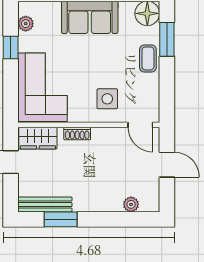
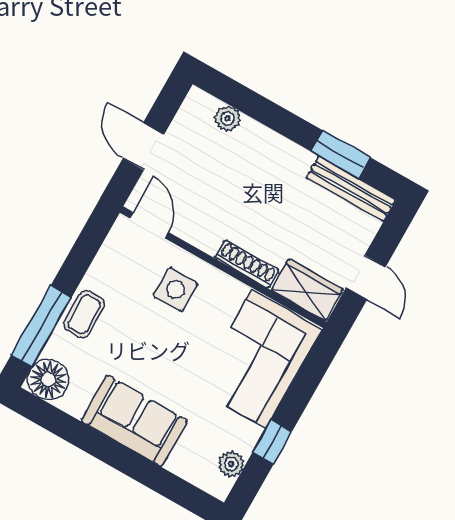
window: (167, 39) -> (41, 326), width x1.44
shoe rack: (77, 133) -> (247, 264), width x1.43

